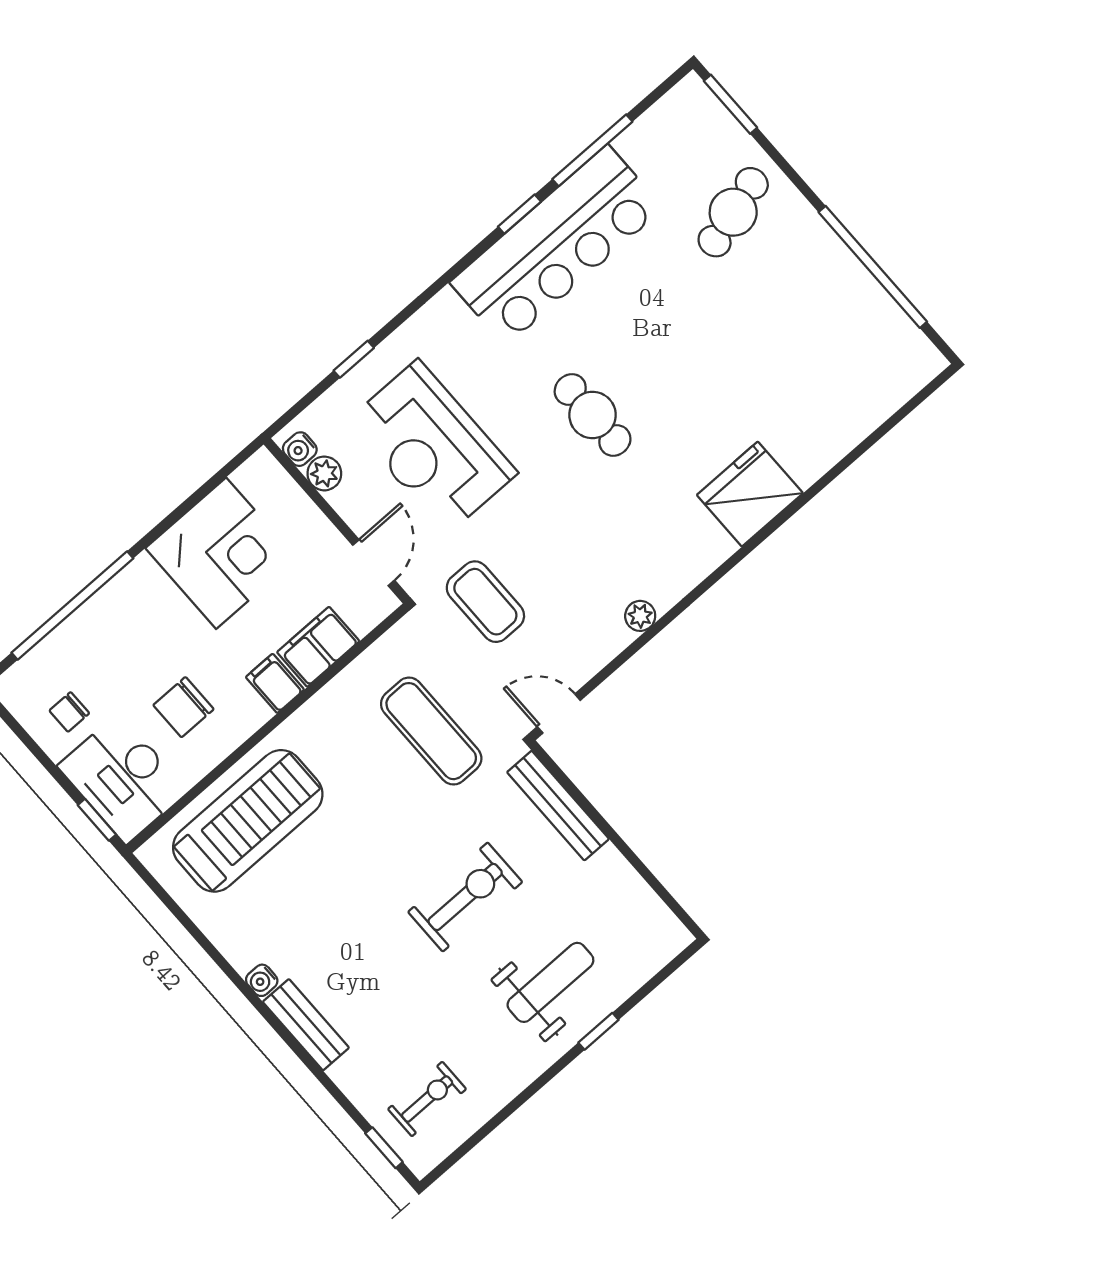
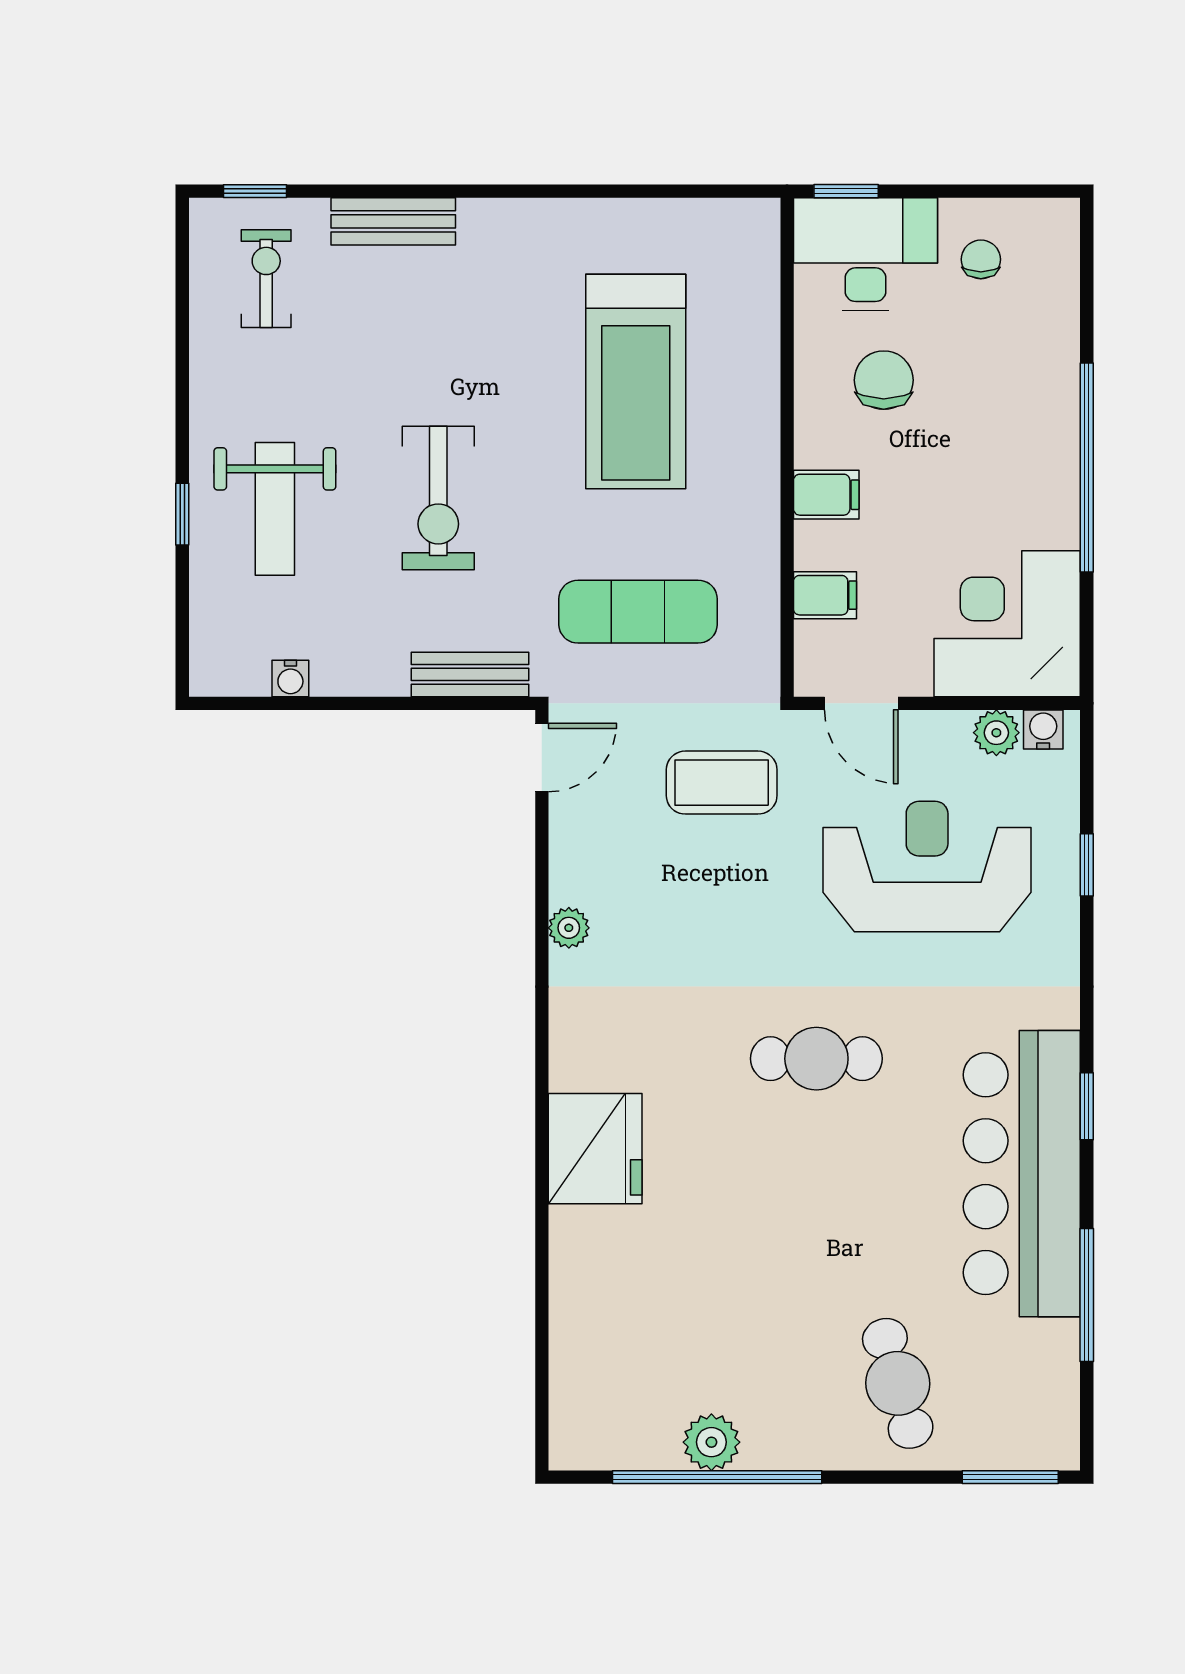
window: (519, 214) -> (1087, 1106), moved
plant: (856, 287) -> (711, 1442), added
corner desk: (221, 553) -> (1007, 624), moved, turned 90
window: (72, 605) -> (1087, 467), moved
filing cabinet: (318, 647) -> (825, 595), width x0.50
bench: (558, 806) -> (470, 674), width x0.73
treadmill: (248, 821) -> (636, 381), moved
water cooler: (262, 980) -> (290, 678), moved, turned 180
bench: (306, 1025) -> (393, 221), moved
exercise bike: (427, 1099) -> (266, 279), turned 180

